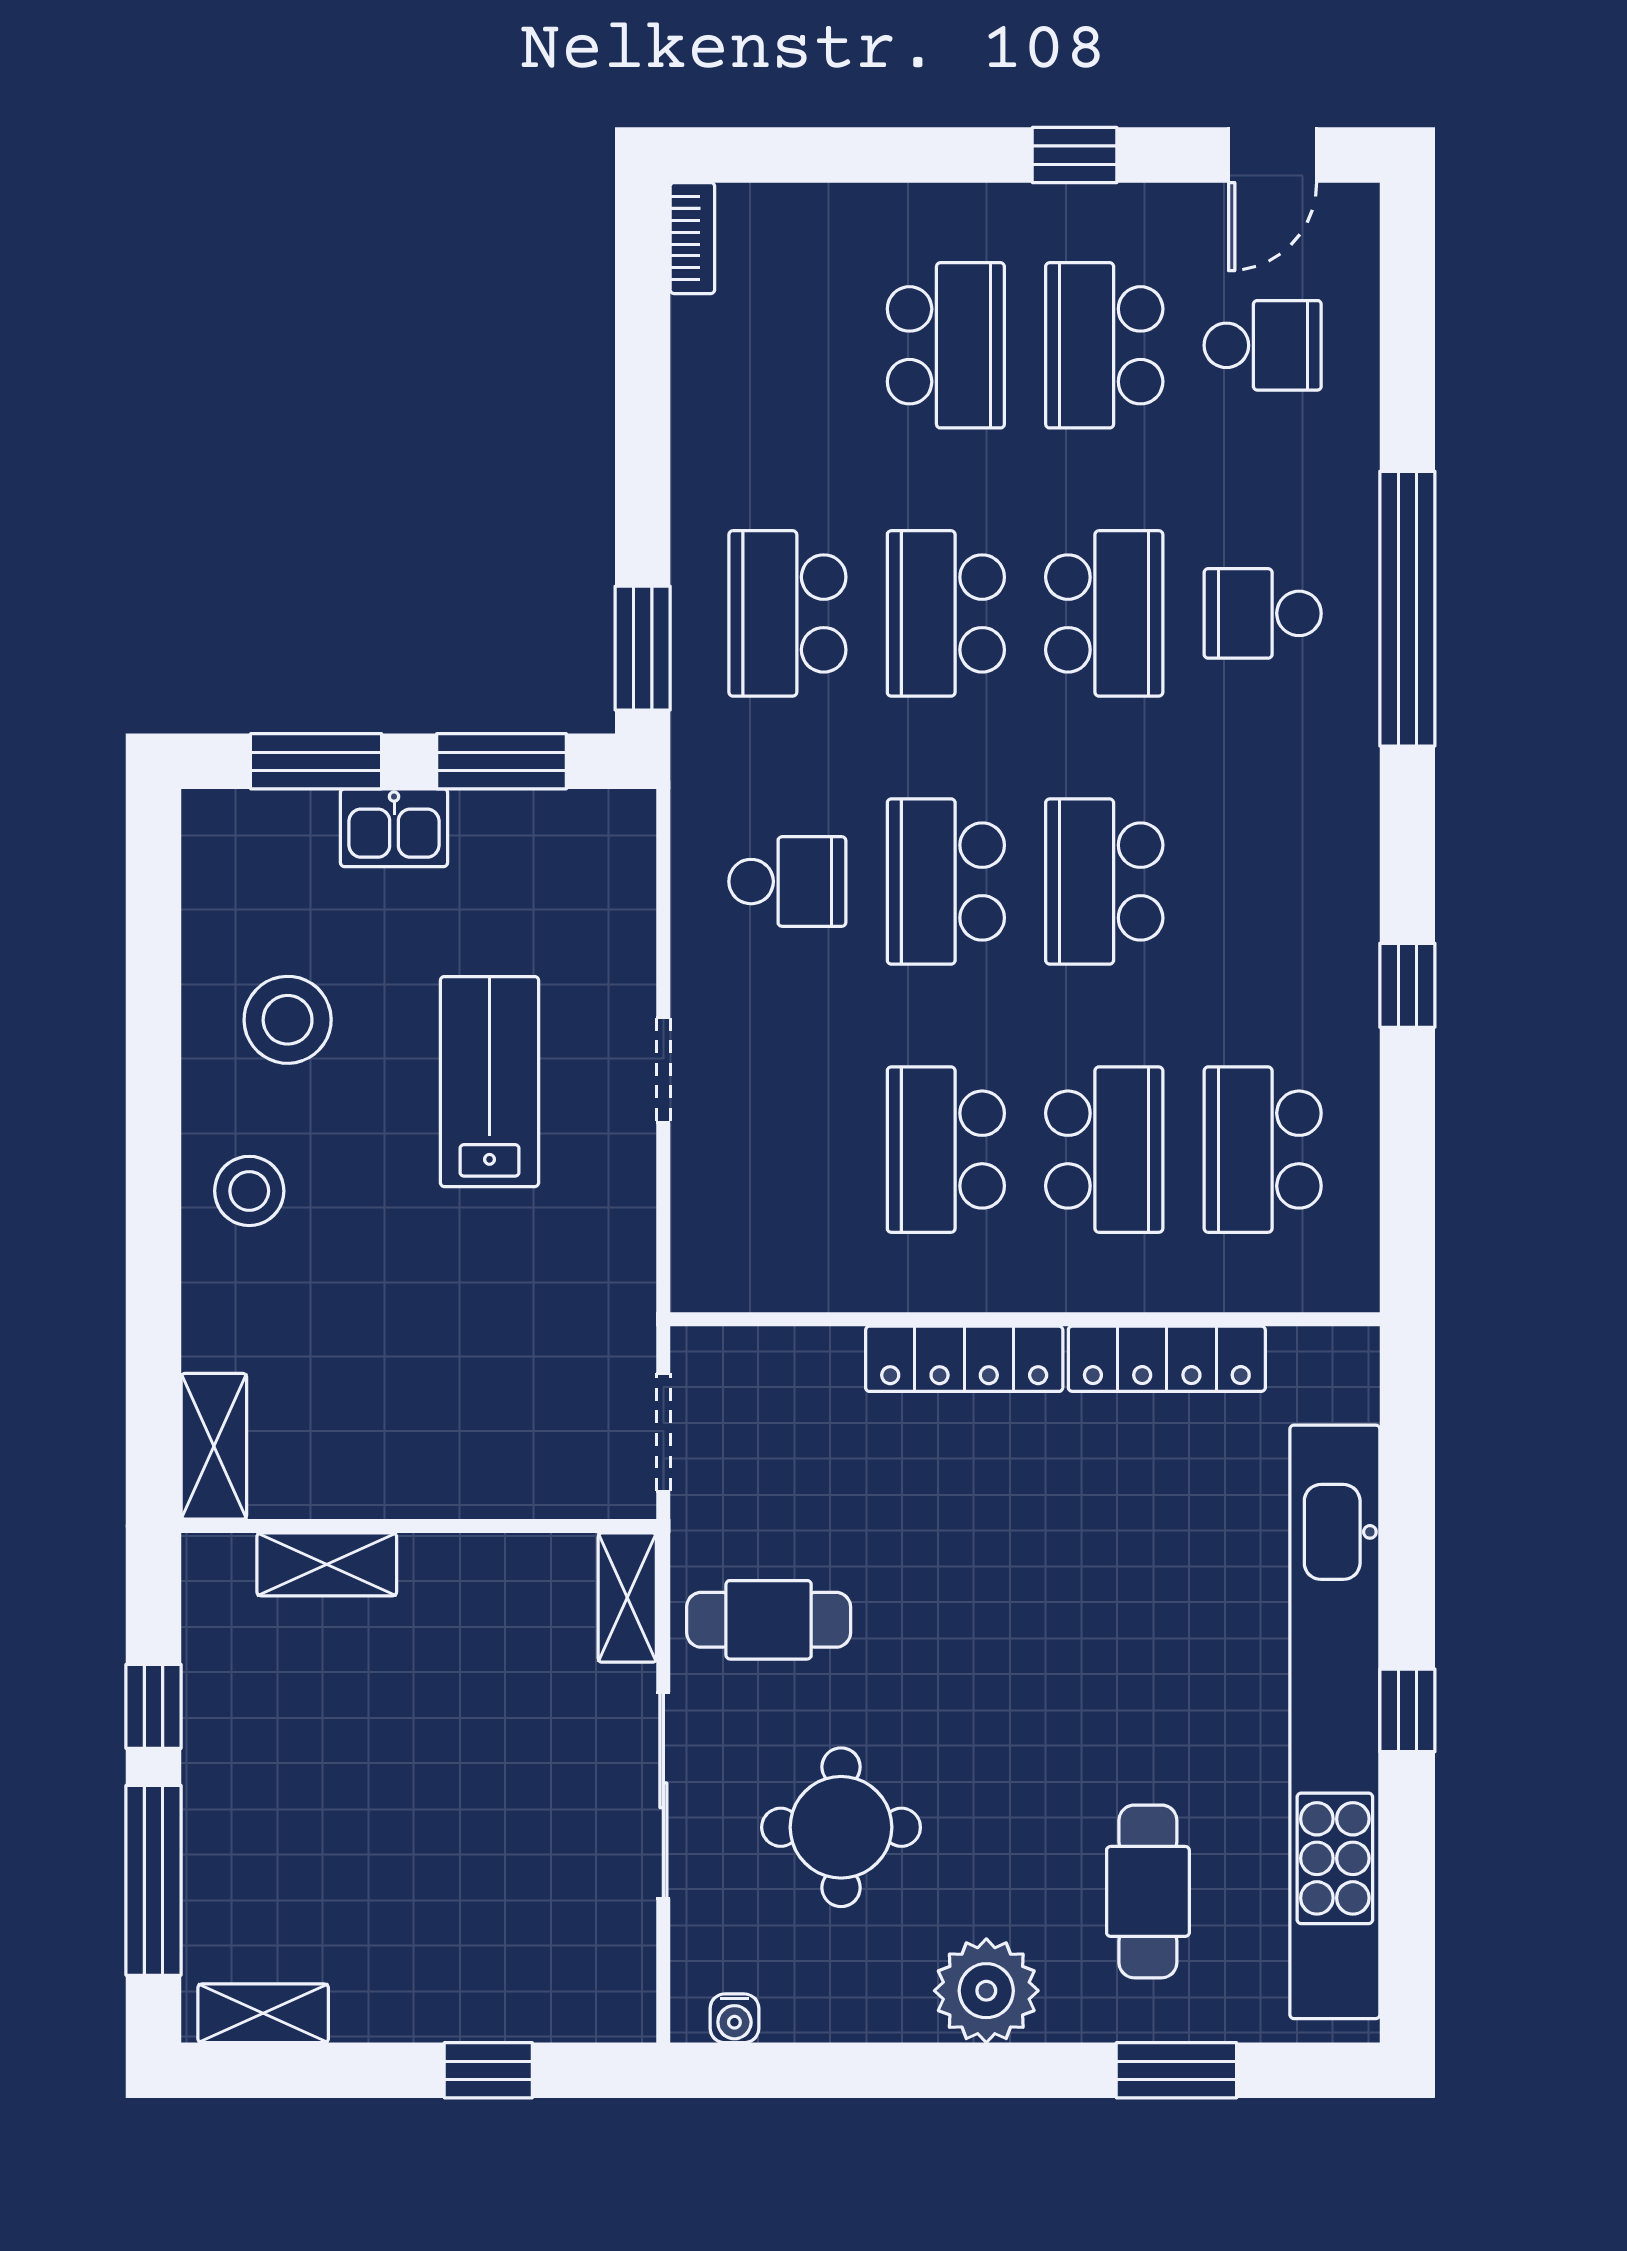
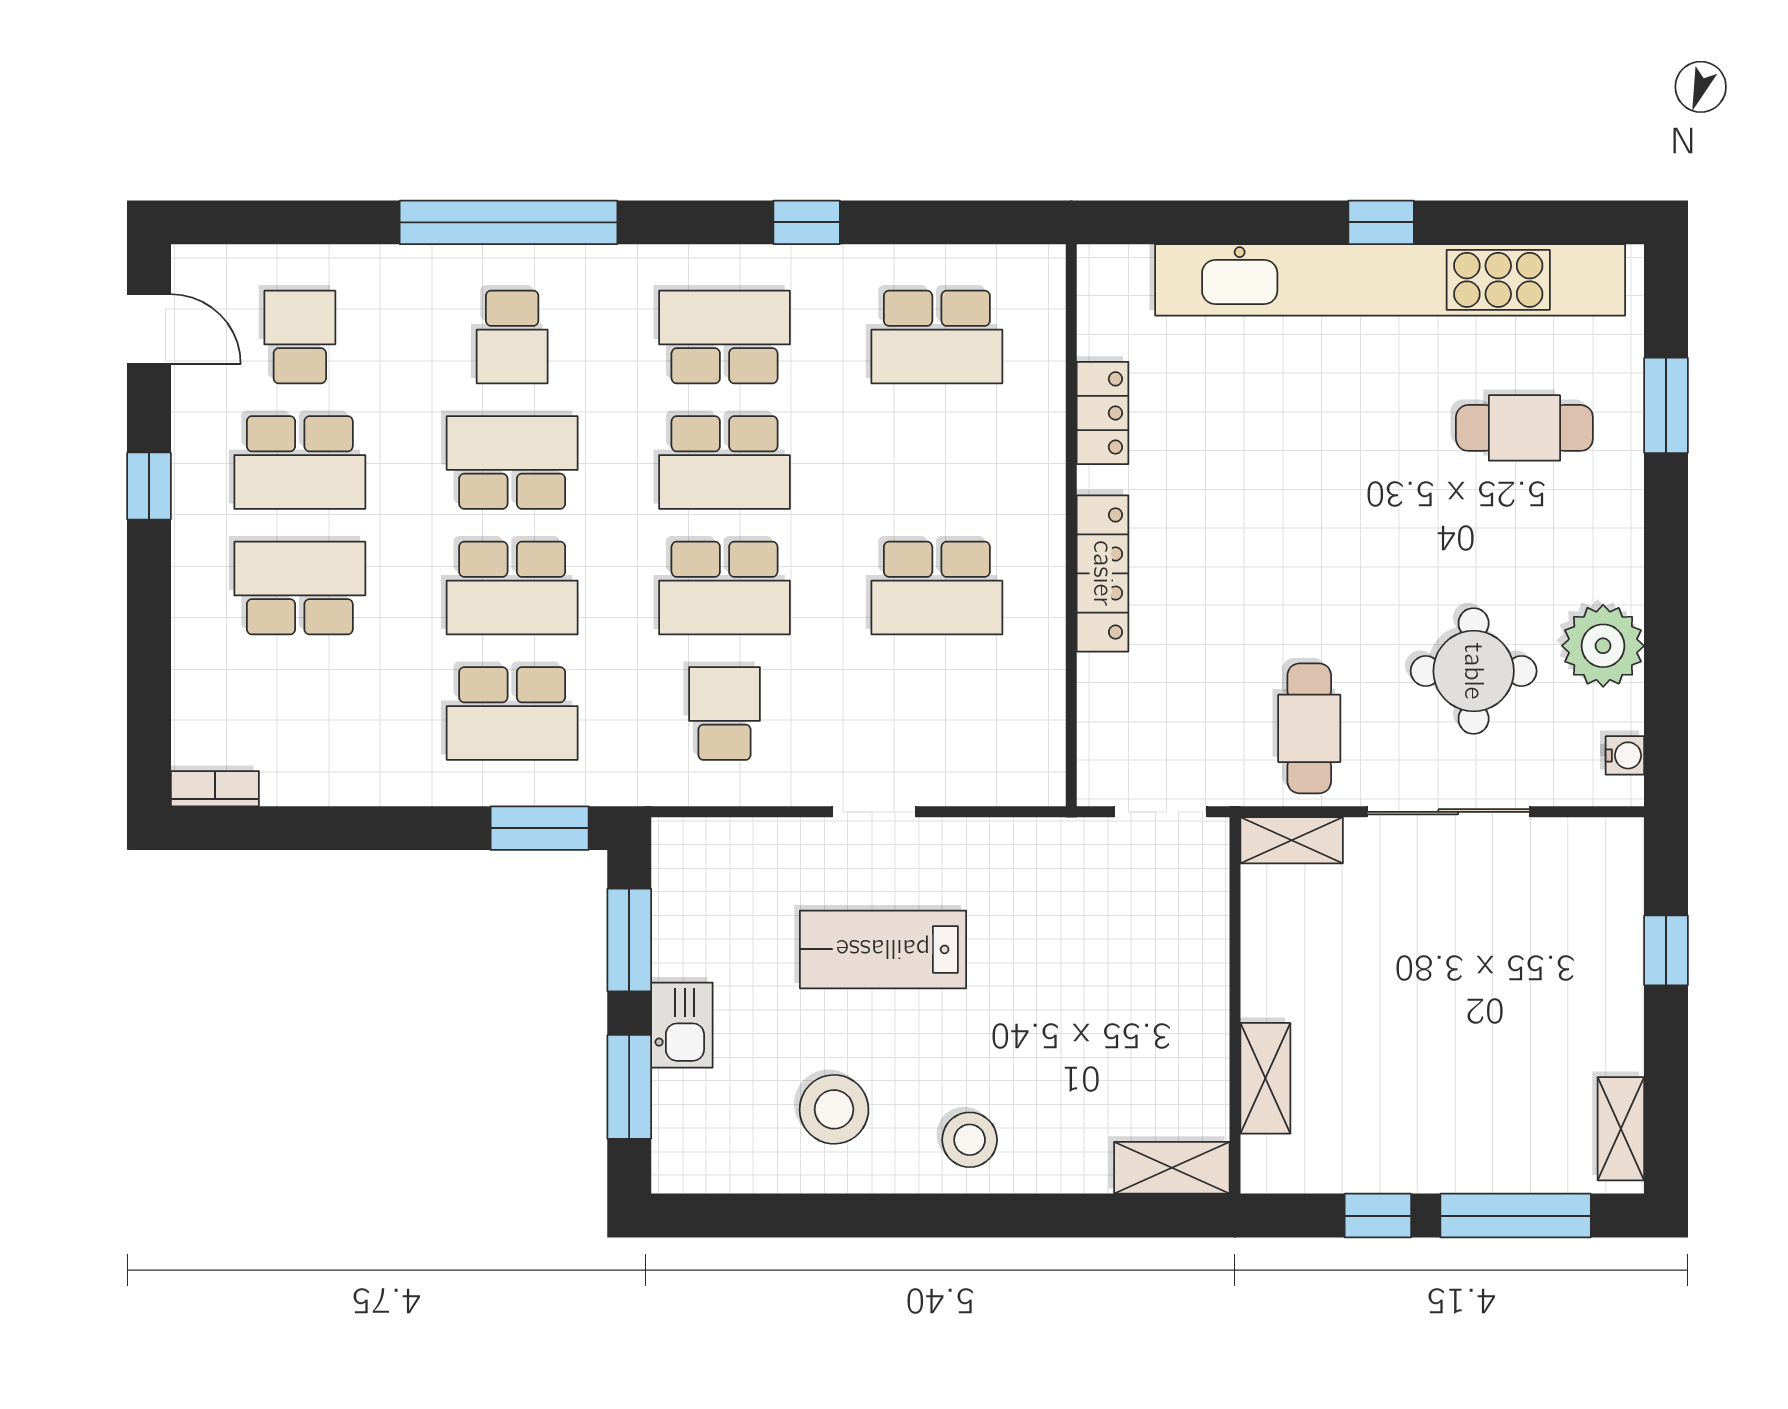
school desk: (1104, 1150) -> (725, 337), moved
locker: (1167, 1359) -> (1103, 413), width x0.66
plant: (986, 1991) -> (1603, 646), moved

